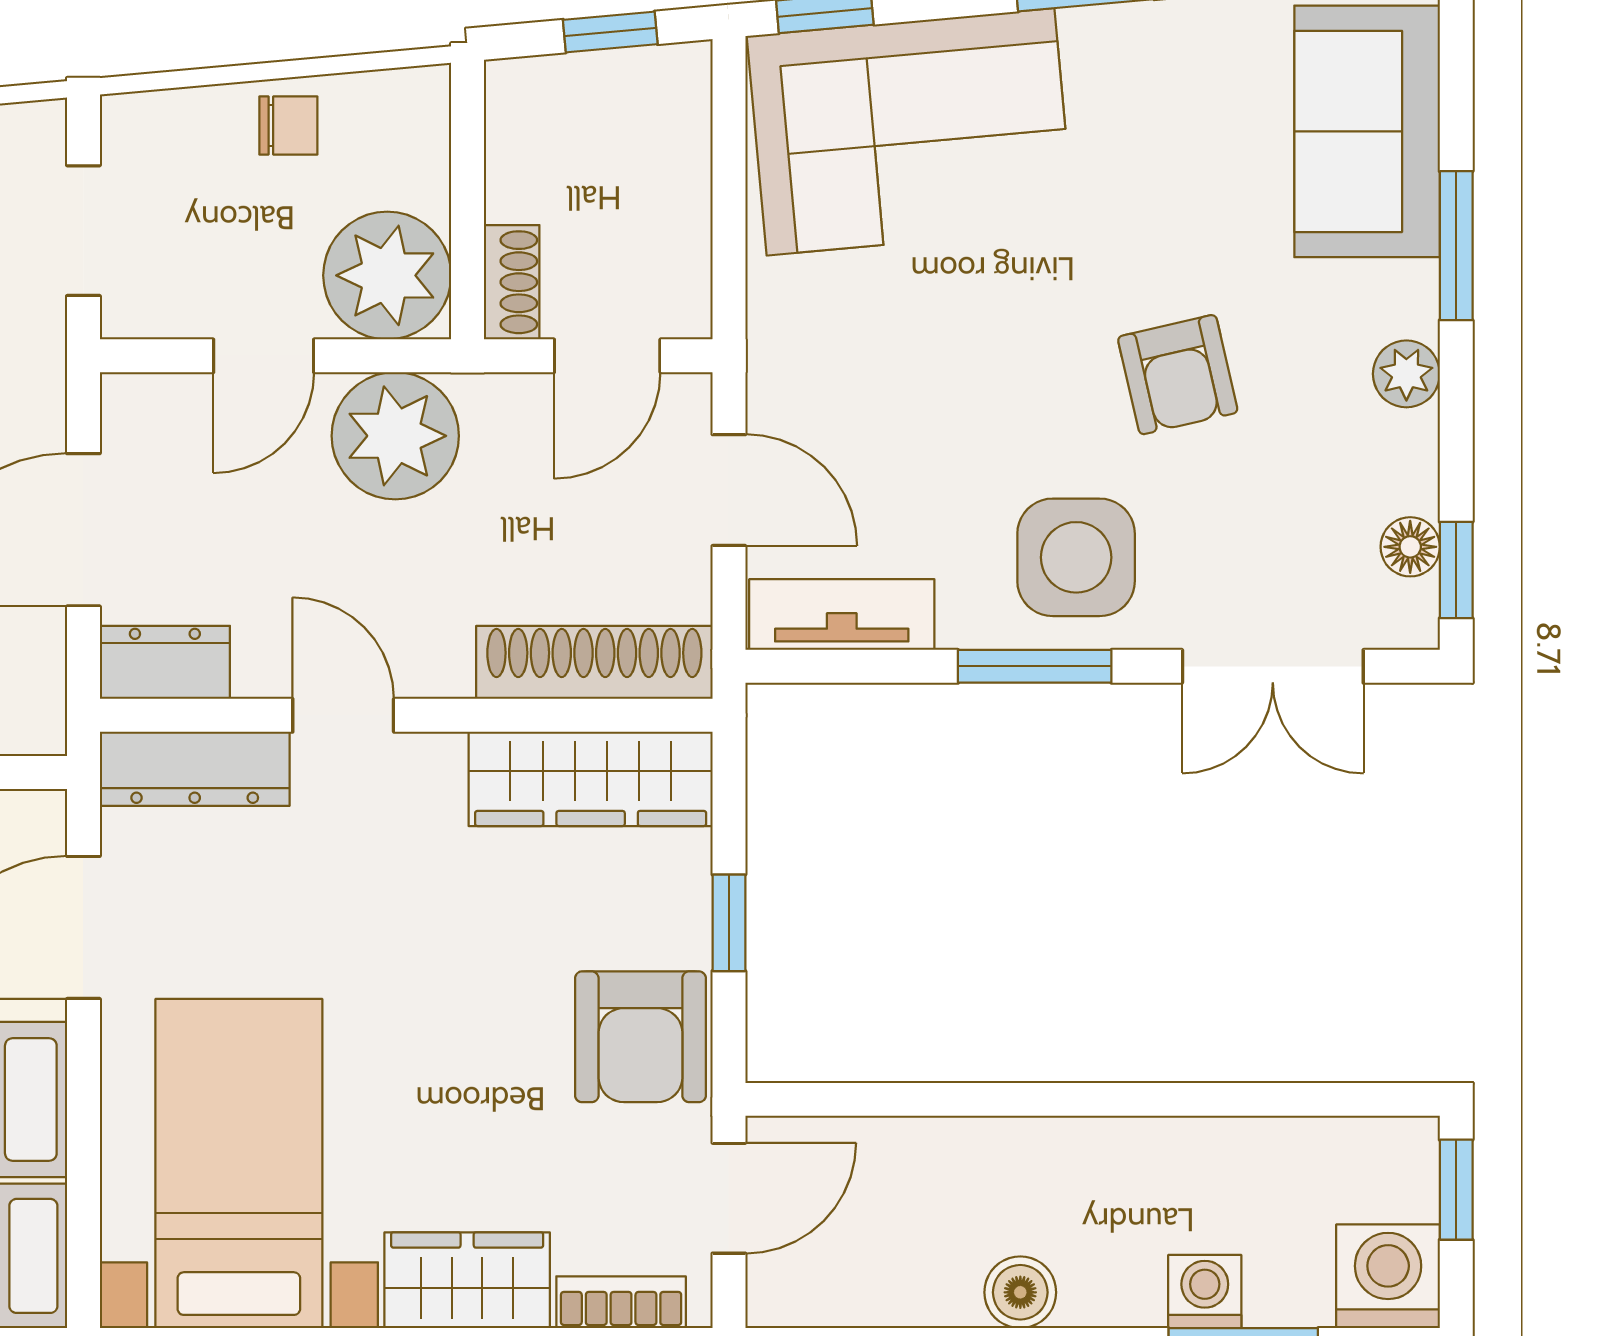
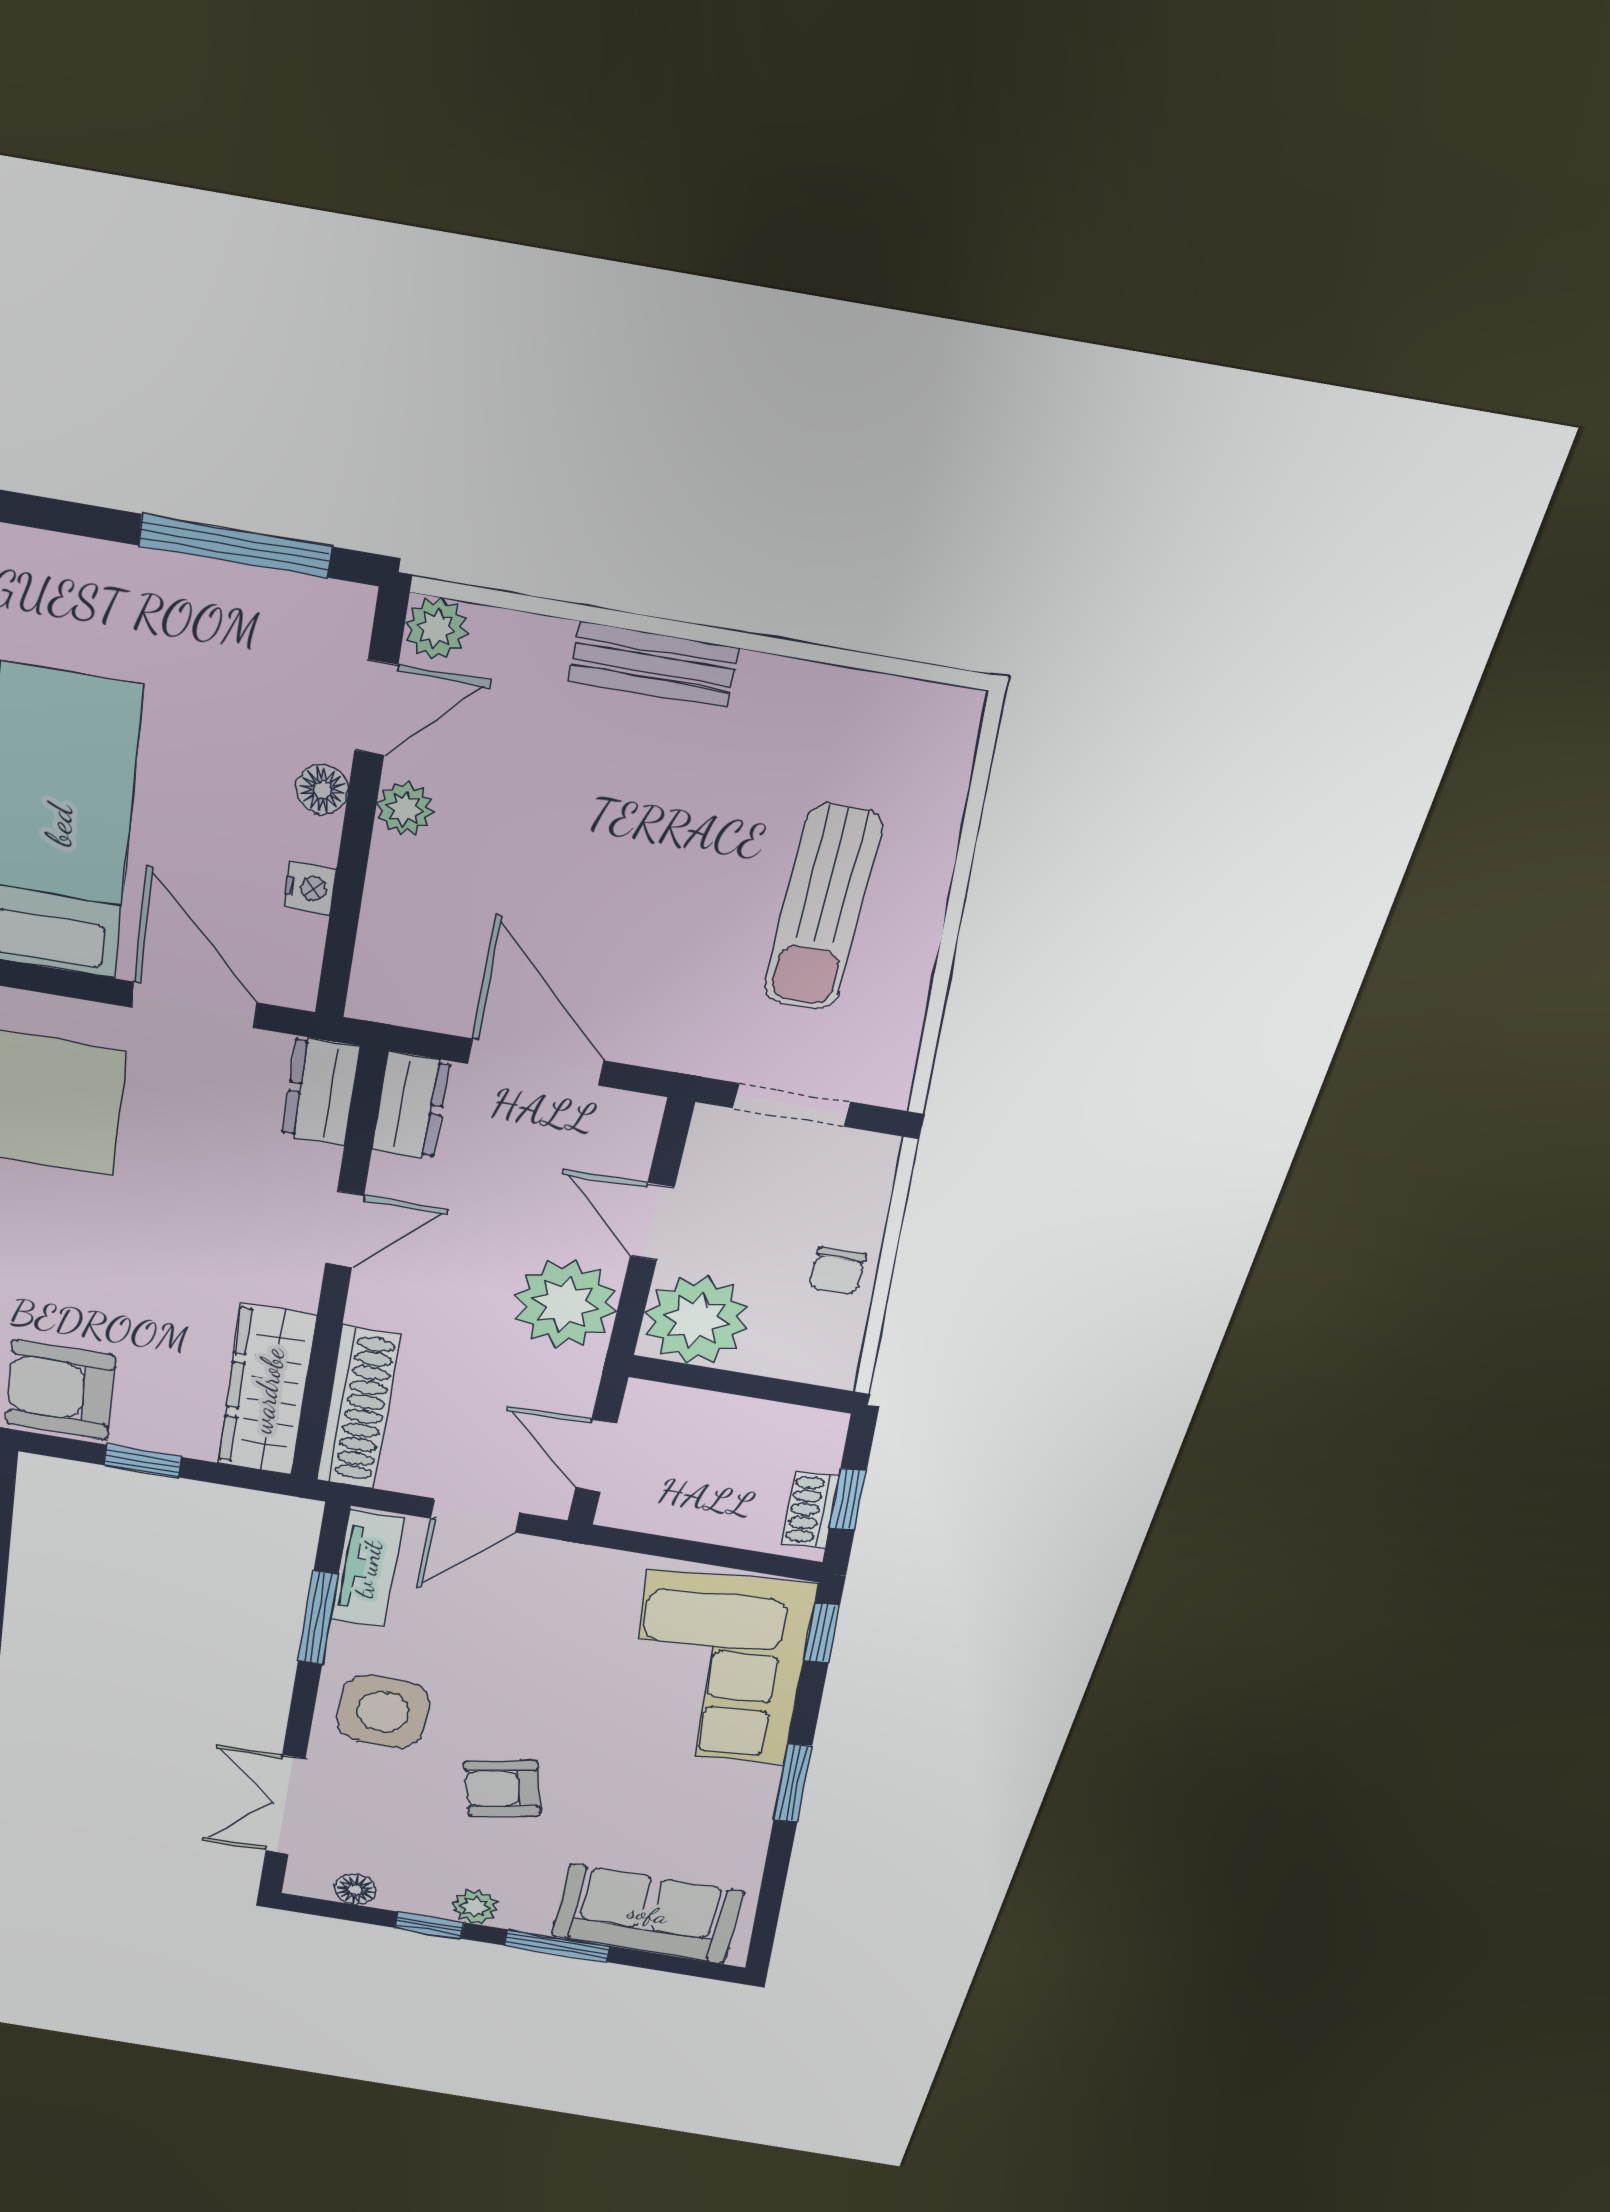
shoe rack: (512, 282) -> (810, 1510), moved, turned 85
window: (1456, 570) -> (429, 1925), moved
window: (1035, 666) -> (318, 1618), moved
dresser: (195, 769) -> (321, 1091), width x0.70

